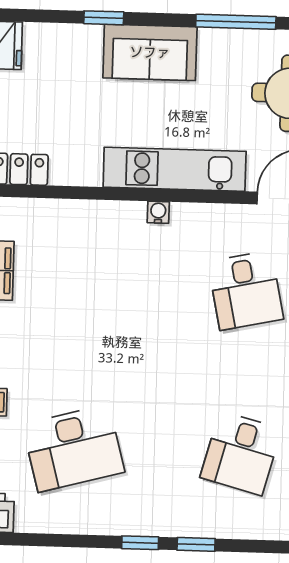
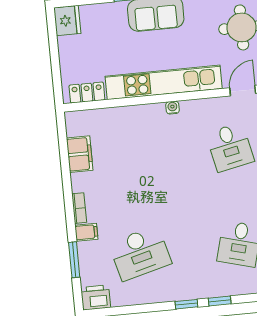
kitchen unit: (175, 169) -> (164, 82), width x1.36

